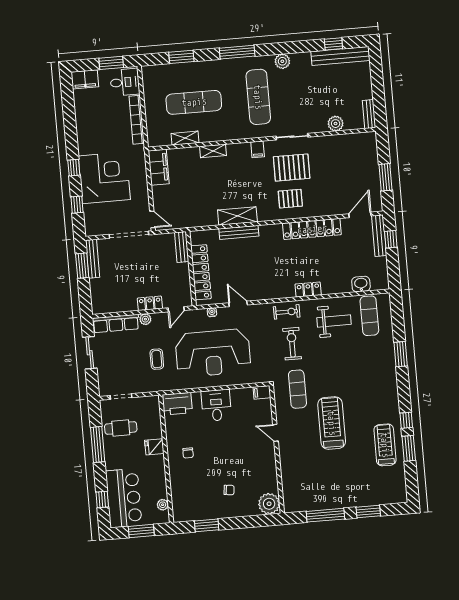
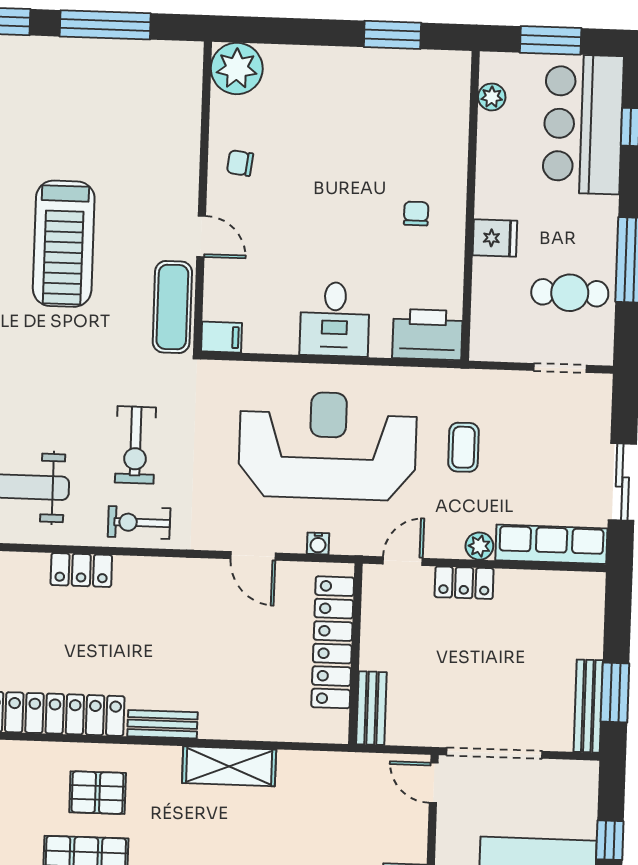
bench: (239, 232) -> (162, 724), moved, width x0.73
exercise mat: (297, 389) -> (172, 307), moved
chair: (229, 490) -> (240, 163), moved

